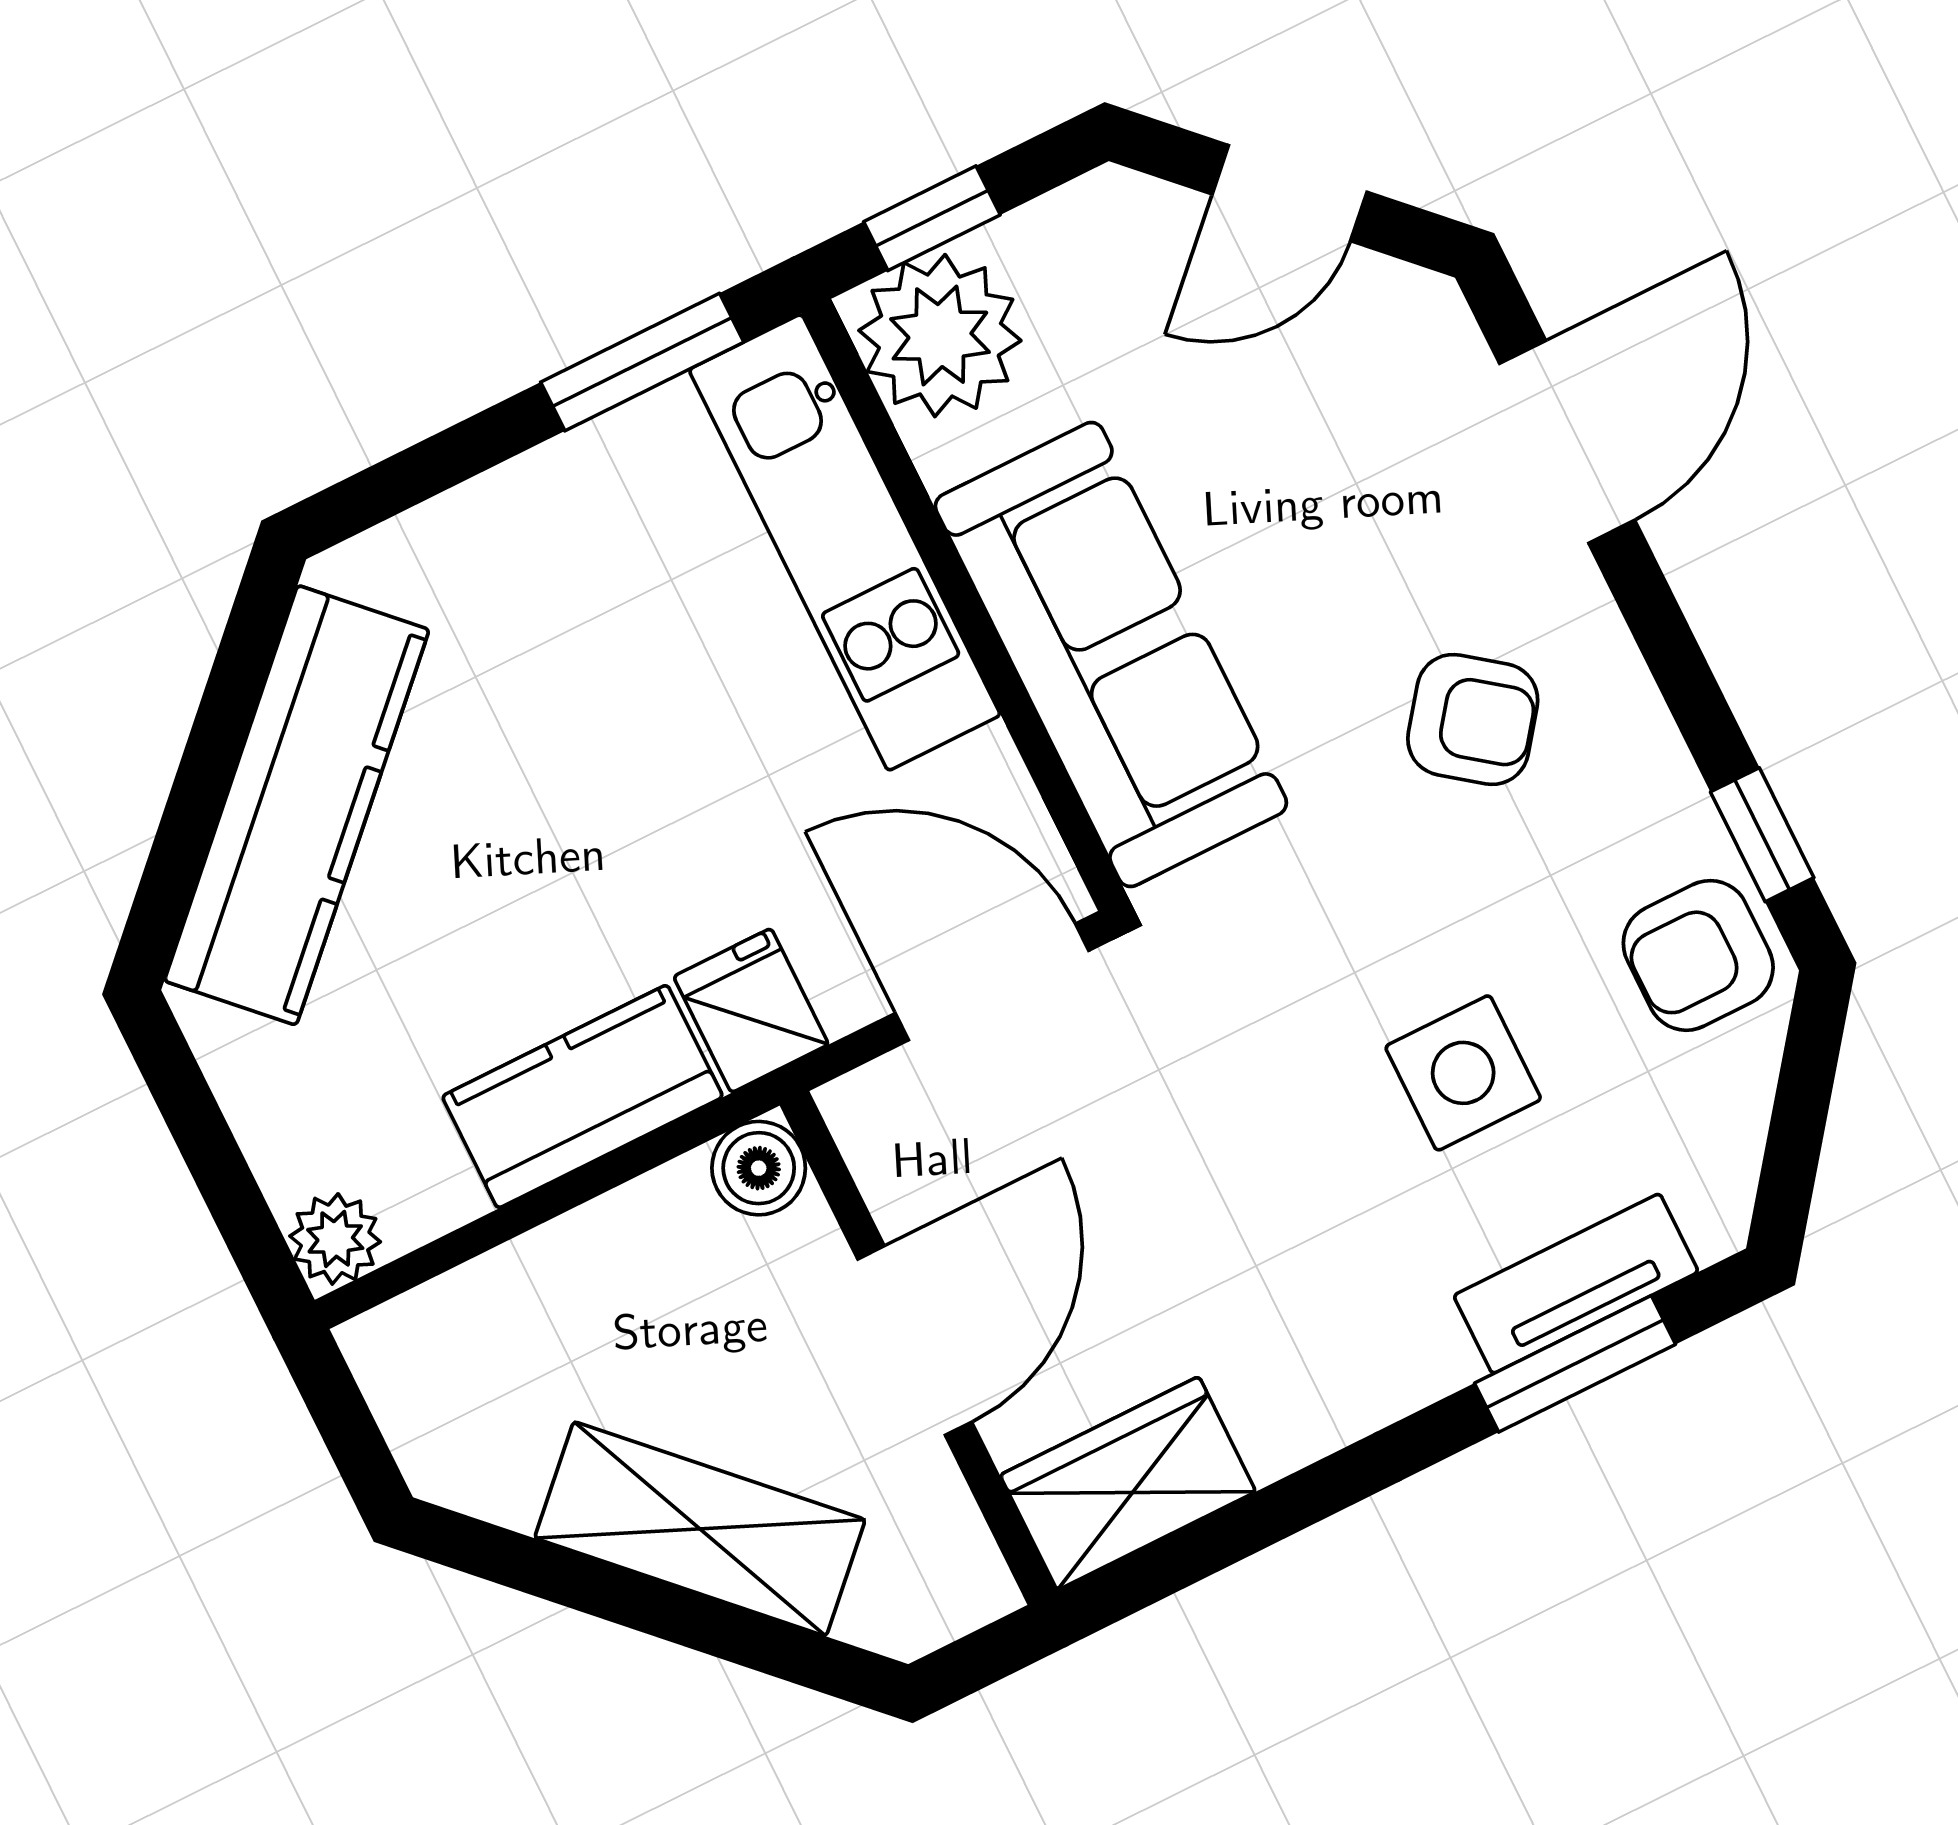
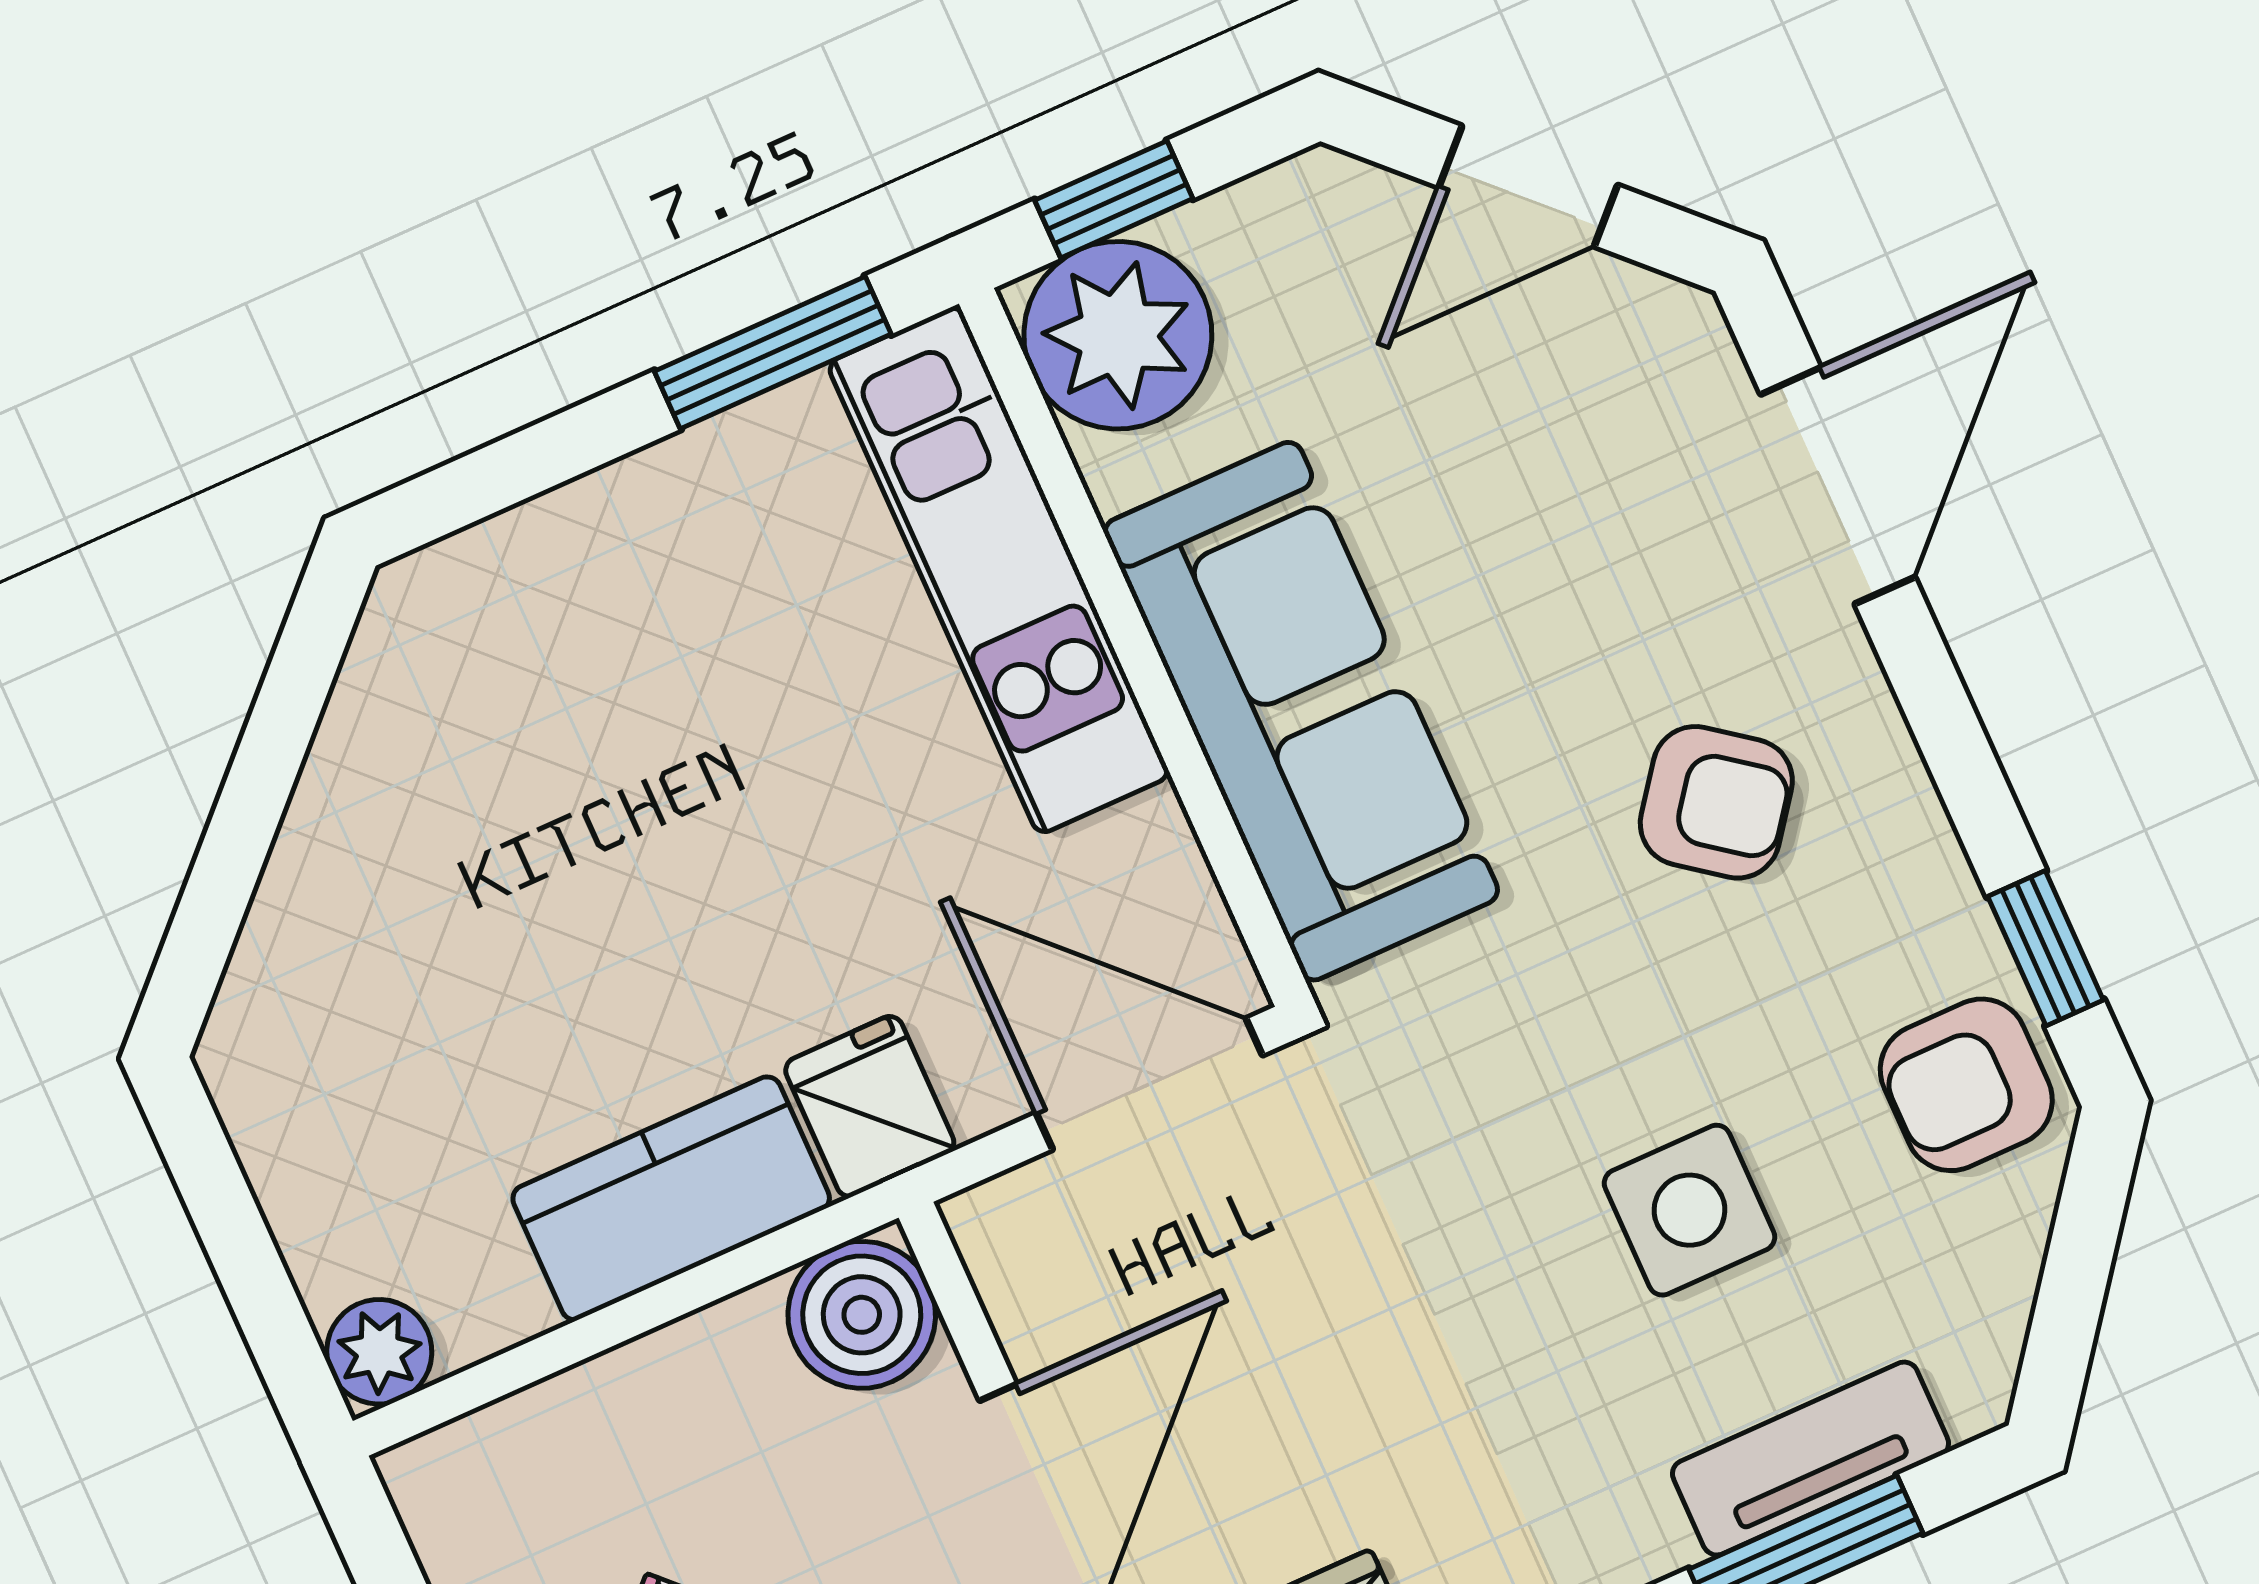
kitchen counter: (297, 805) -> (354, 849), removed
boiler: (759, 1168) -> (862, 1315), width x1.36, depth x1.36

